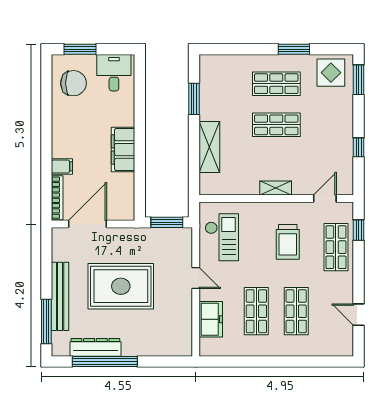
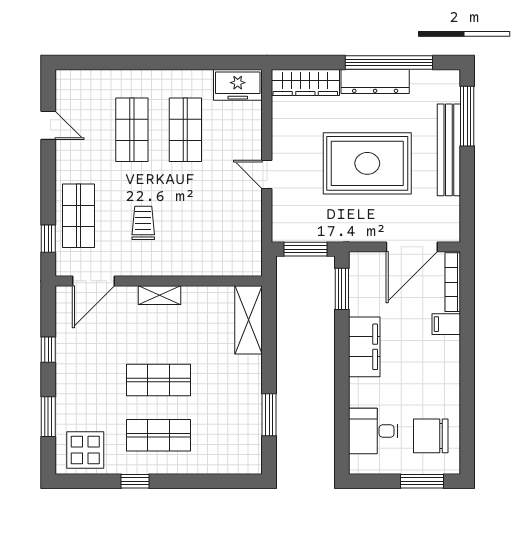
window: (294, 49) -> (135, 481), width x0.67
desk: (114, 73) -> (373, 431), moved, turned 90
window: (359, 80) -> (48, 417), moved
shelving: (209, 147) -> (248, 320), moved
window: (140, 193) -> (342, 289), added
door: (325, 199) -> (93, 281), width x1.38
checkout: (222, 237) -> (232, 229), removed
trolley: (288, 242) -> (143, 223), width x0.73, depth x0.72
freezer: (211, 319) -> (238, 85), moved, turned -90
dresser: (95, 347) -> (375, 81), moved
wardrobe: (167, 347) -> (305, 82), added

